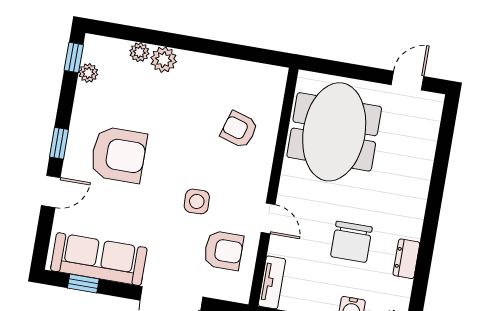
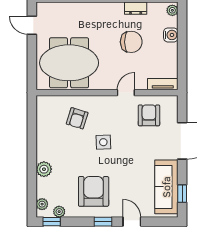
plant: (139, 52) -> (42, 204), moved
armchair: (118, 155) -> (94, 191), moved
side table: (197, 201) -> (103, 142), moved

